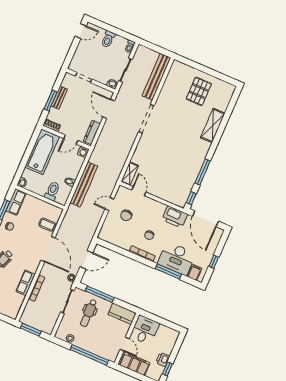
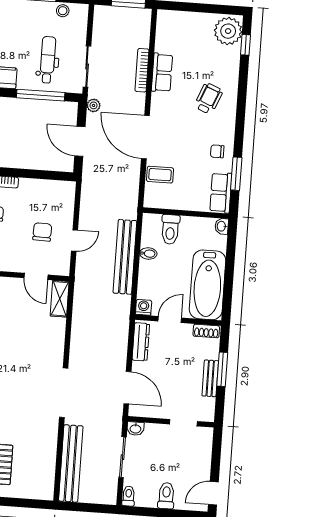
door: (86, 260) -> (80, 141), hinge flipped

